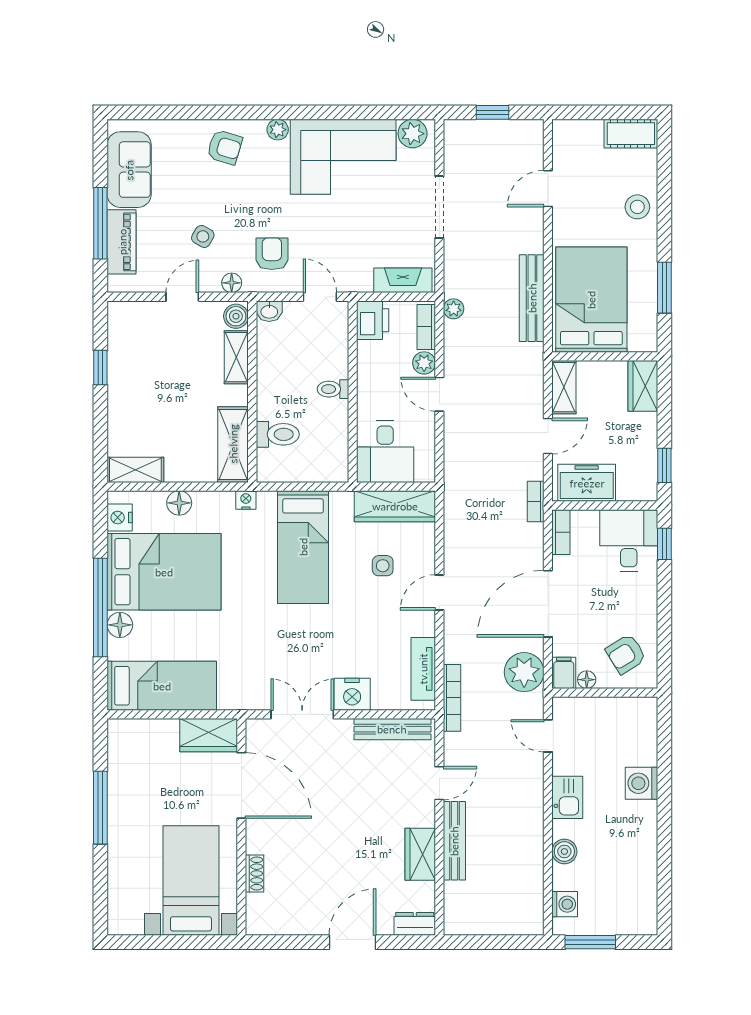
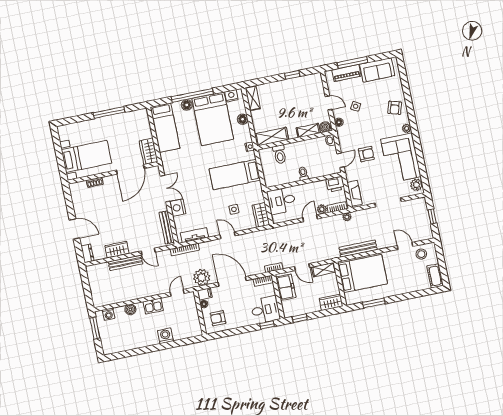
stool: (637, 207) -> (421, 254), moved
armchair: (272, 254) -> (366, 154), moved
wardrobe: (395, 506) -> (261, 215), width x0.67
armchair: (626, 654) -> (218, 318), turned -58

